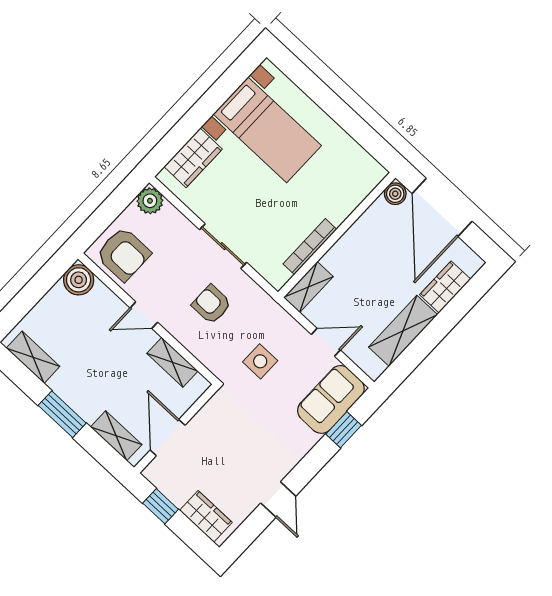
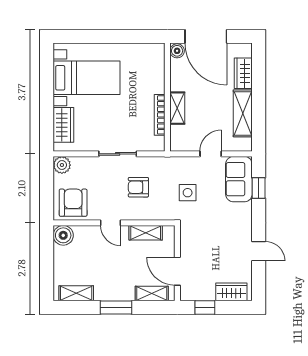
armchair: (123, 254) -> (73, 203), turned -90
shelving: (308, 287) -> (177, 108), moved
door: (144, 315) -> (111, 223), hinge flipped

